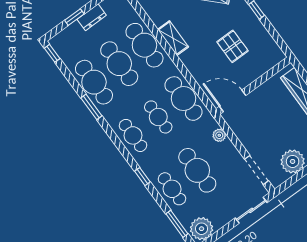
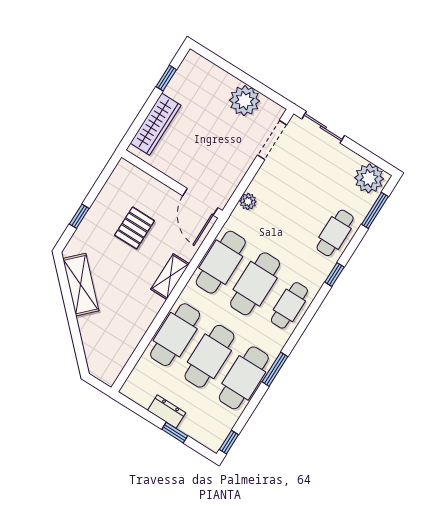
shelving: (173, 38) -> (170, 277), moved
cafe table: (158, 117) -> (255, 284), width x1.37, depth x1.35
cafe table: (197, 170) -> (301, 211), removed

